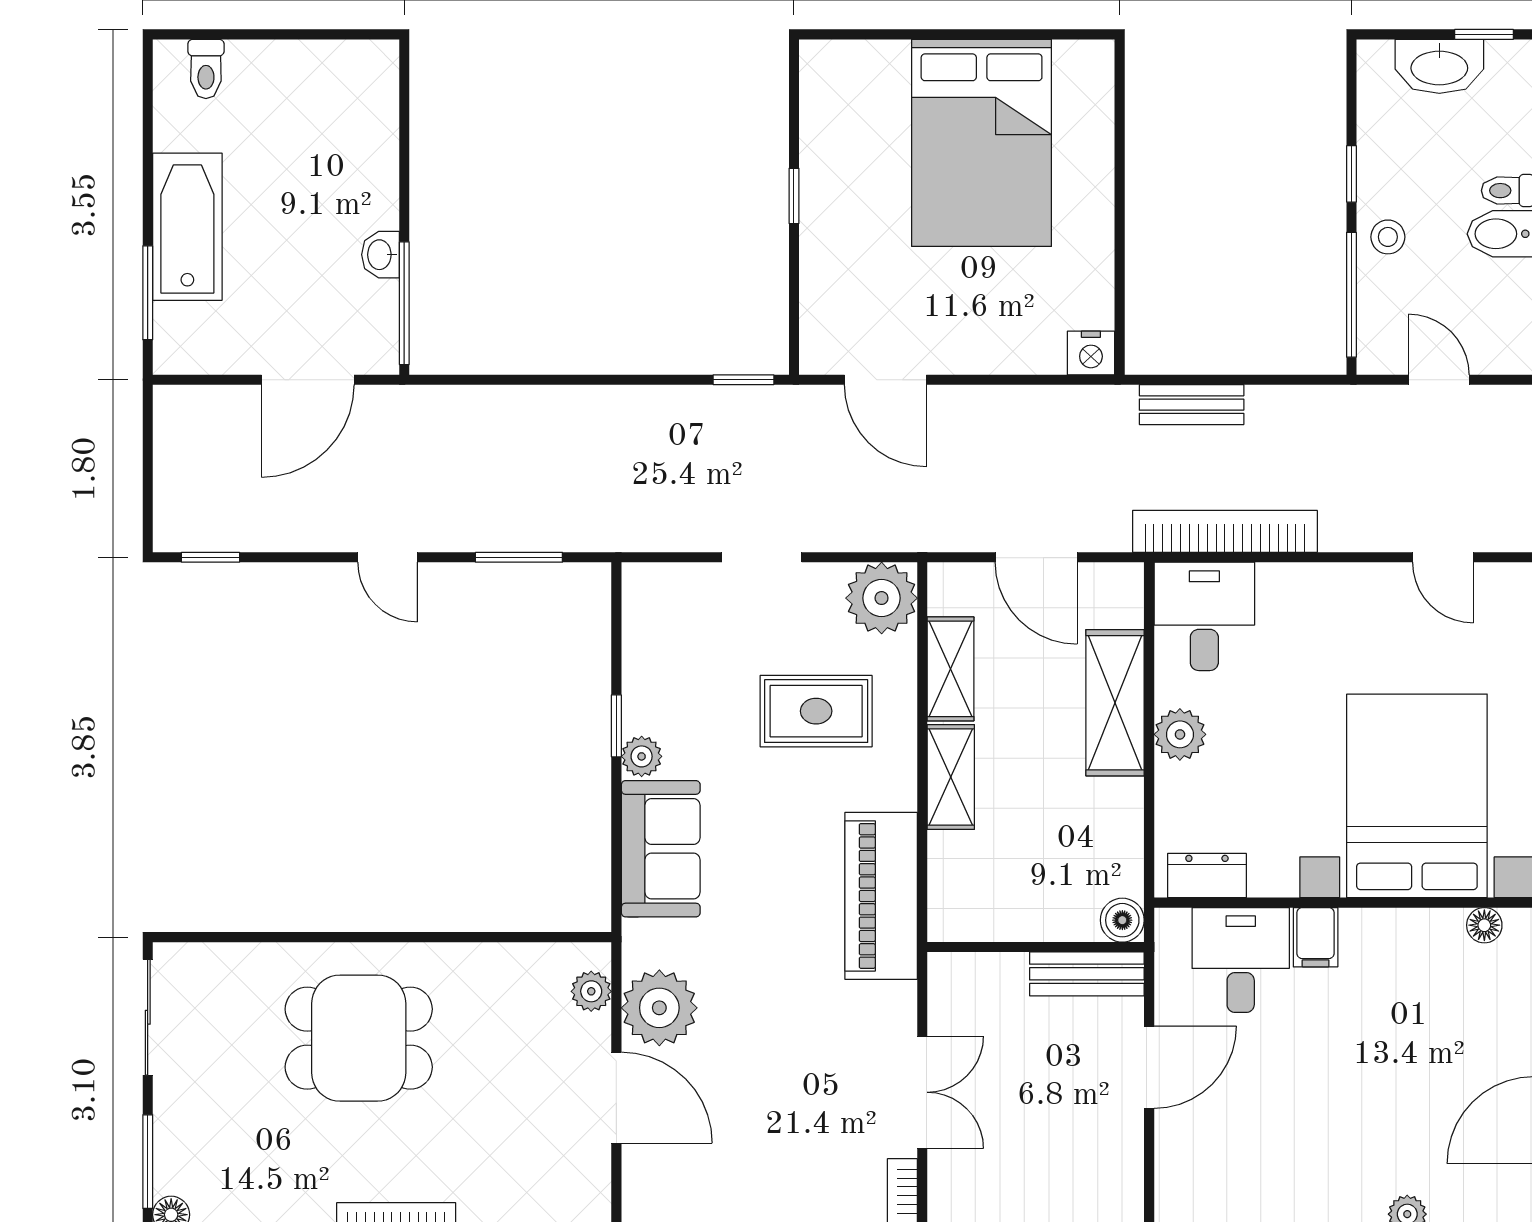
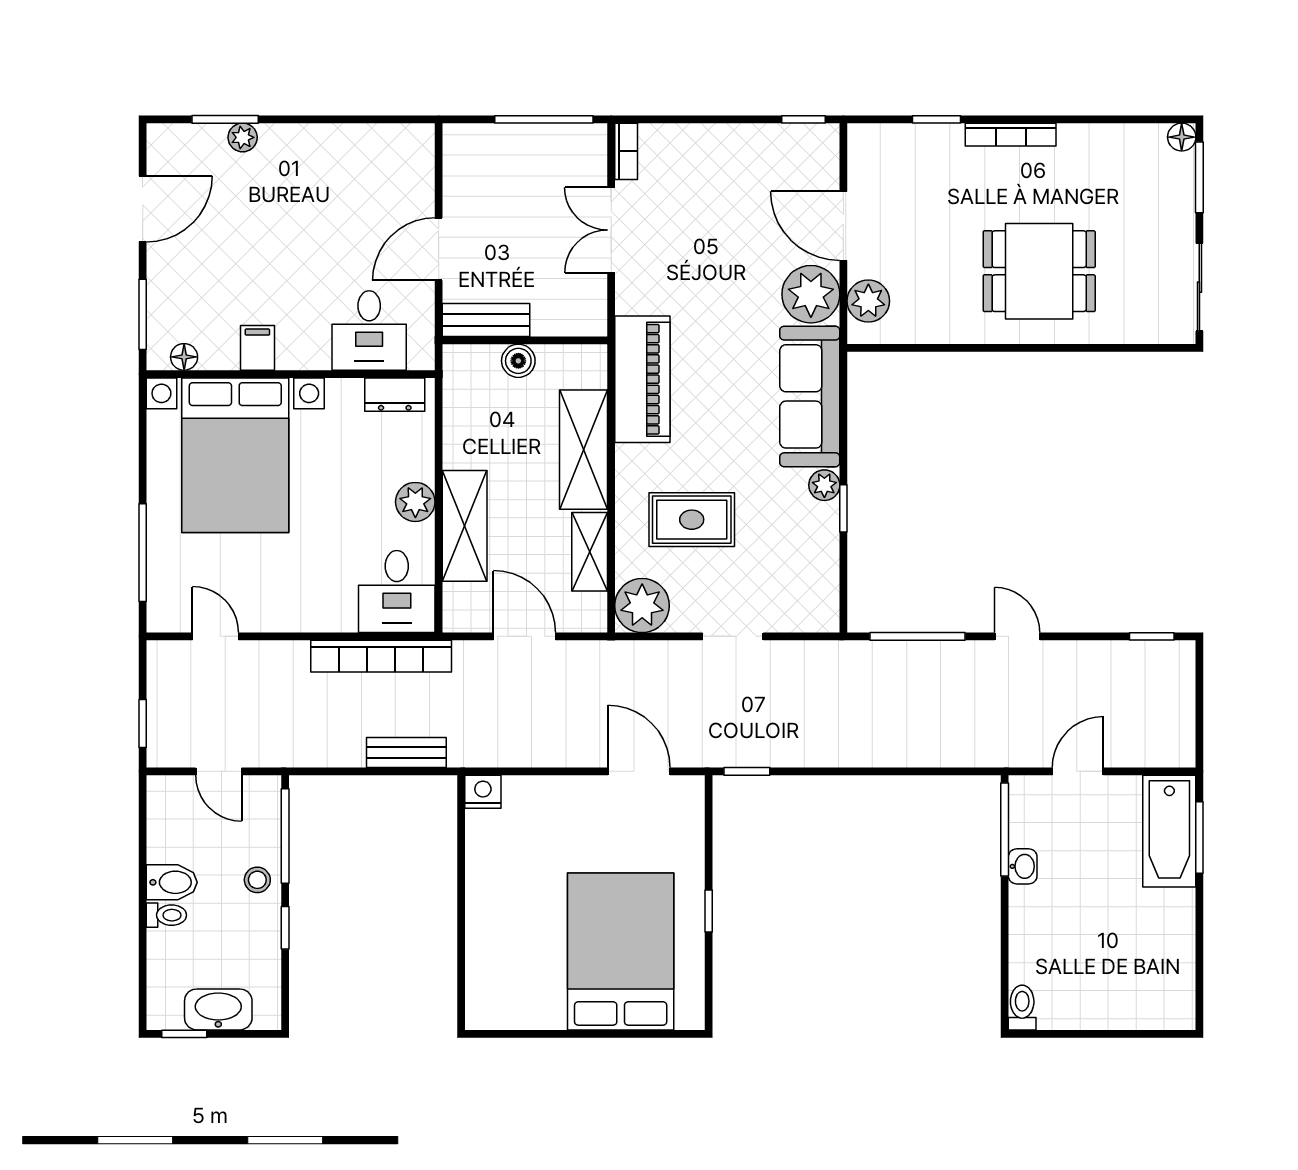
toilet: (206, 69) -> (1022, 1008), moved
bed: (982, 143) -> (621, 951), moved
bathtub: (187, 227) -> (1169, 831), moved
door: (308, 380) -> (1078, 771), width x0.73
window: (519, 557) -> (917, 636), width x1.44
shelving: (951, 777) -> (583, 450), width x1.50, depth x1.33
sofa: (661, 849) -> (810, 396), width x1.36
boiler: (1122, 920) -> (518, 361), moved
filing cabinet: (1316, 937) -> (257, 348), moved
plant: (591, 991) -> (868, 301), width x1.38, depth x1.38

